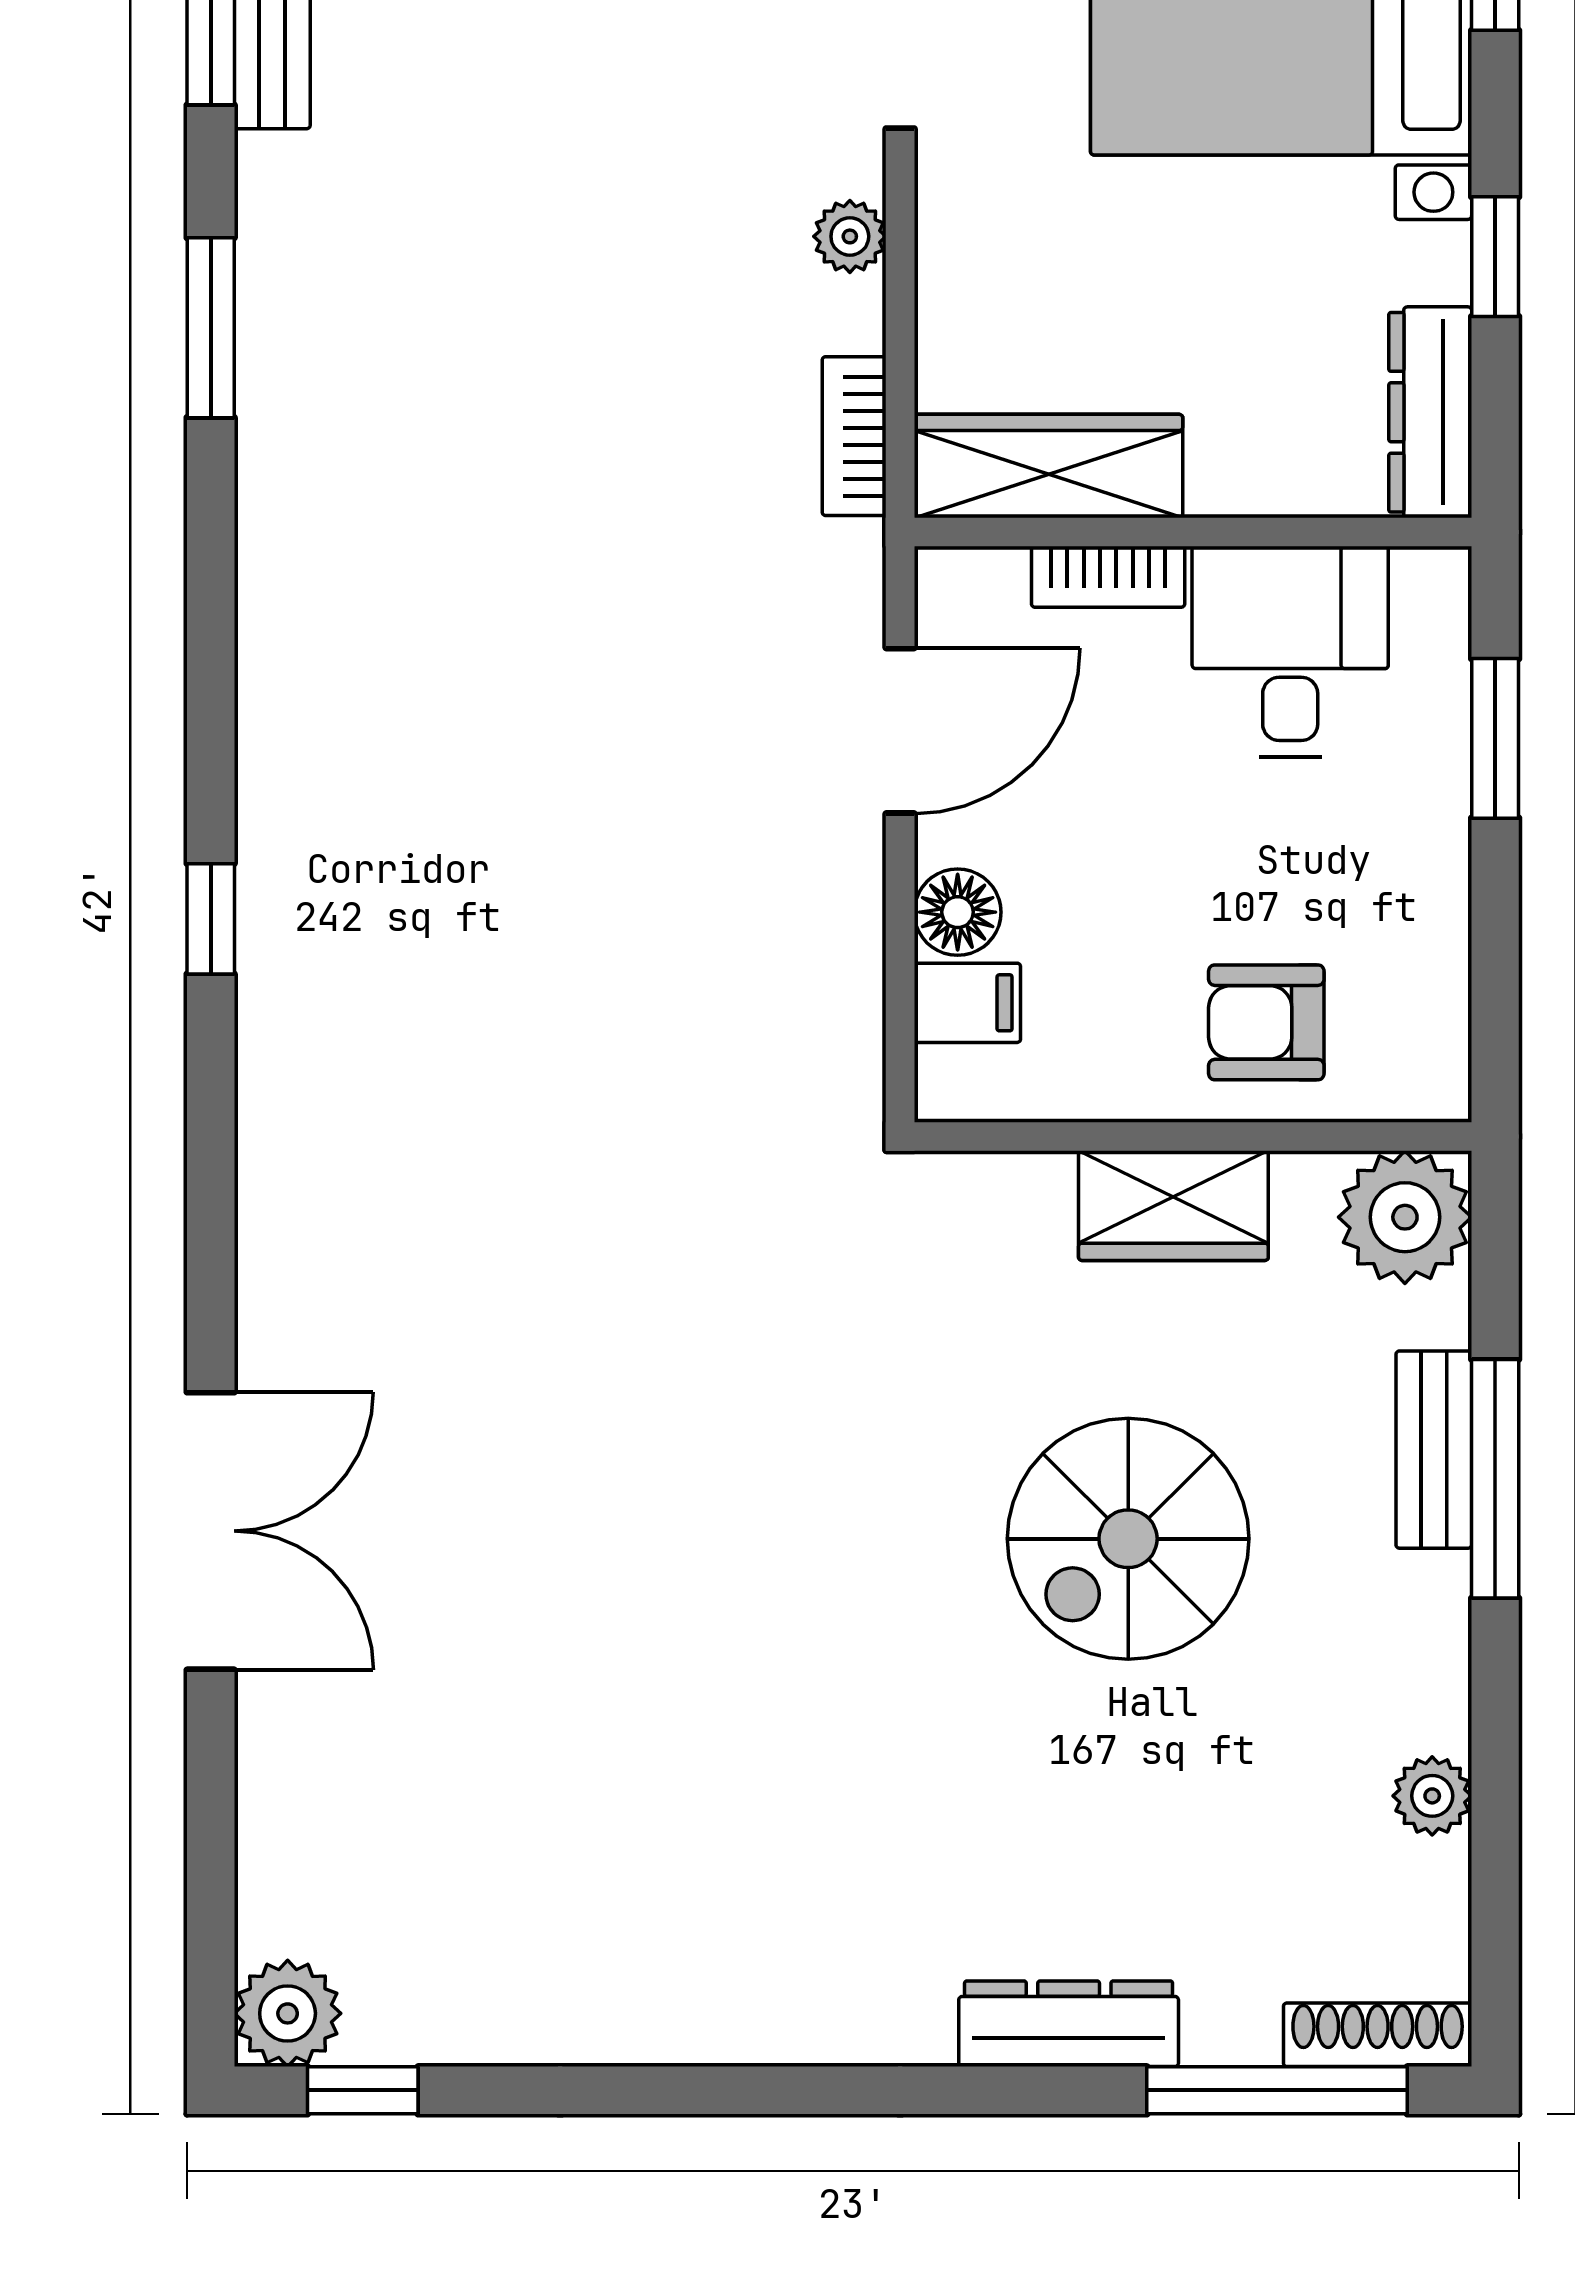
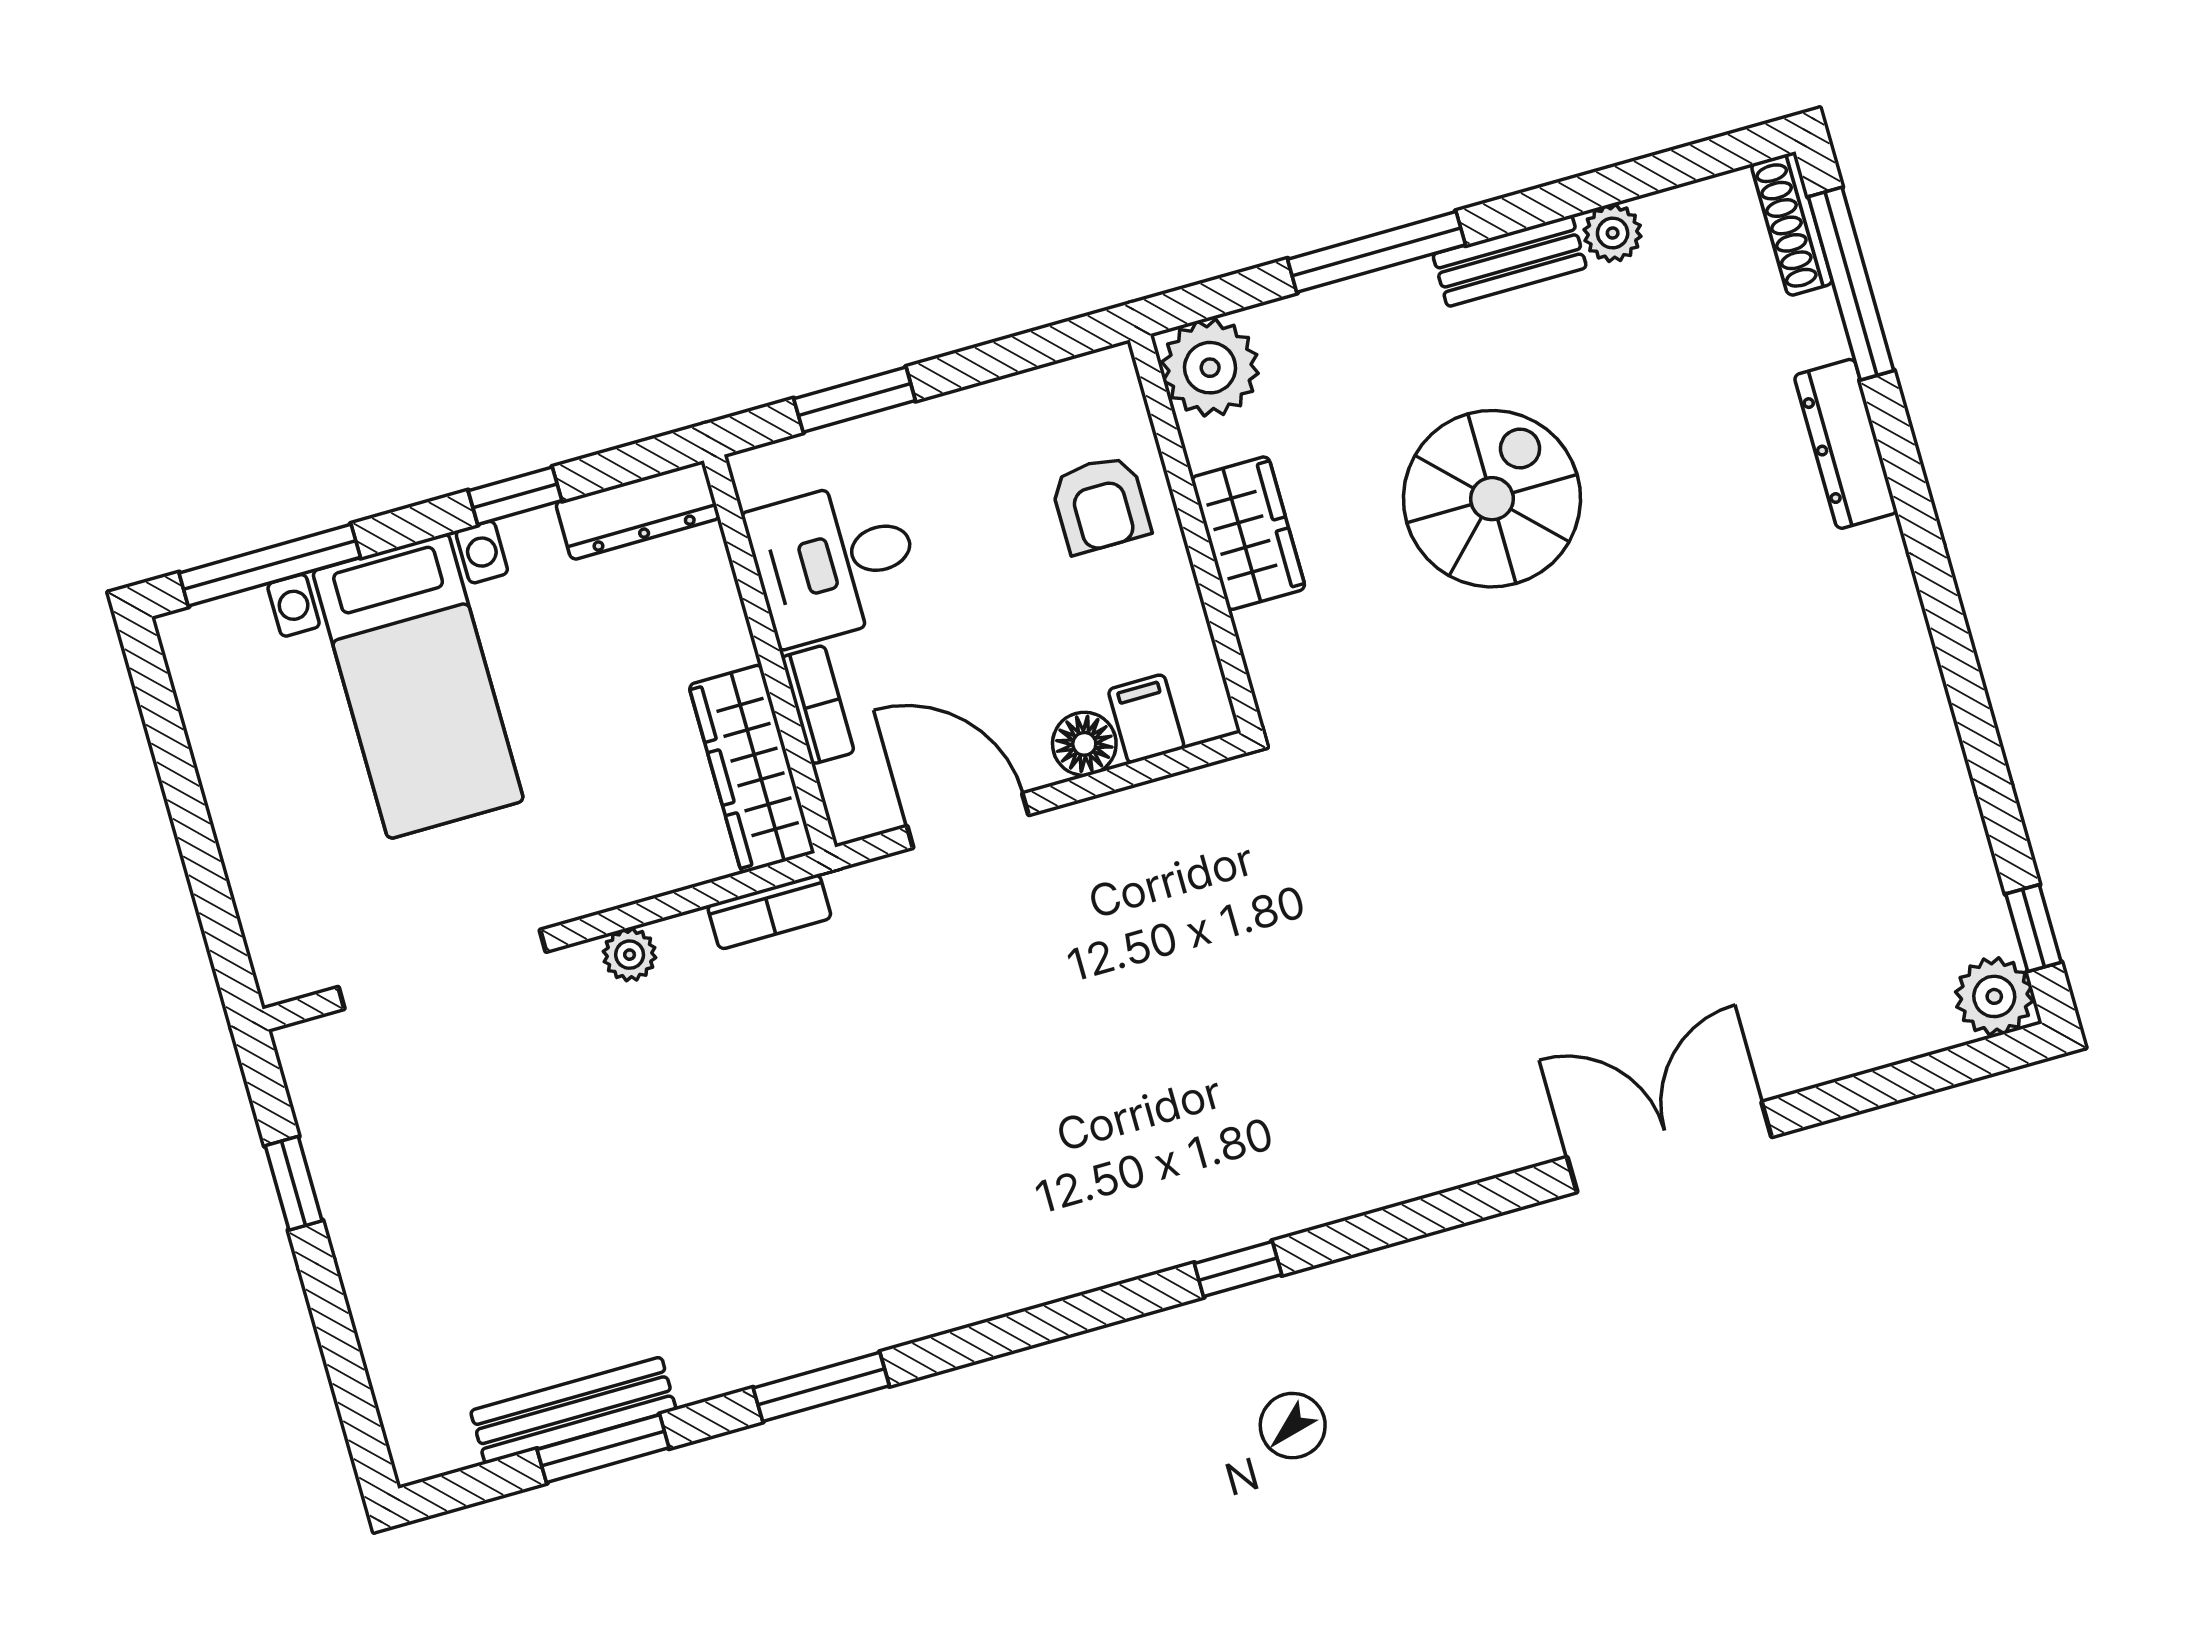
bench: (1434, 1450) -> (1510, 261), moved
spiral stairs: (1128, 1539) -> (1492, 499), turned -90

